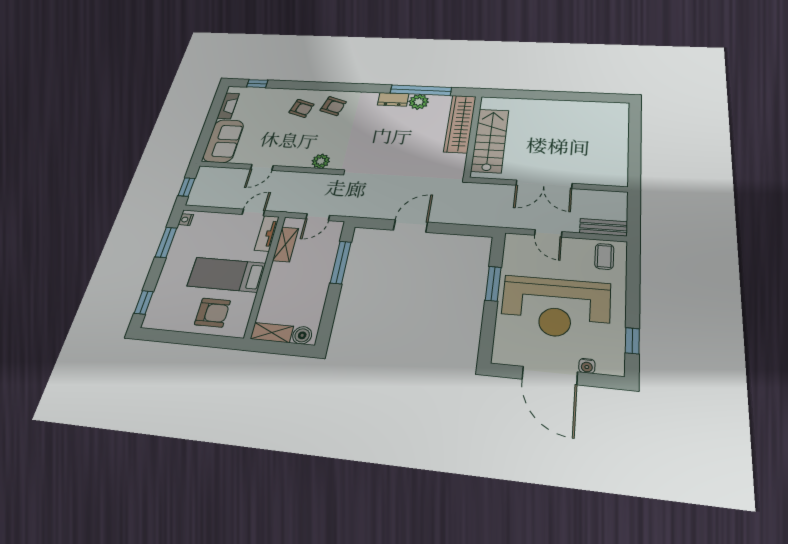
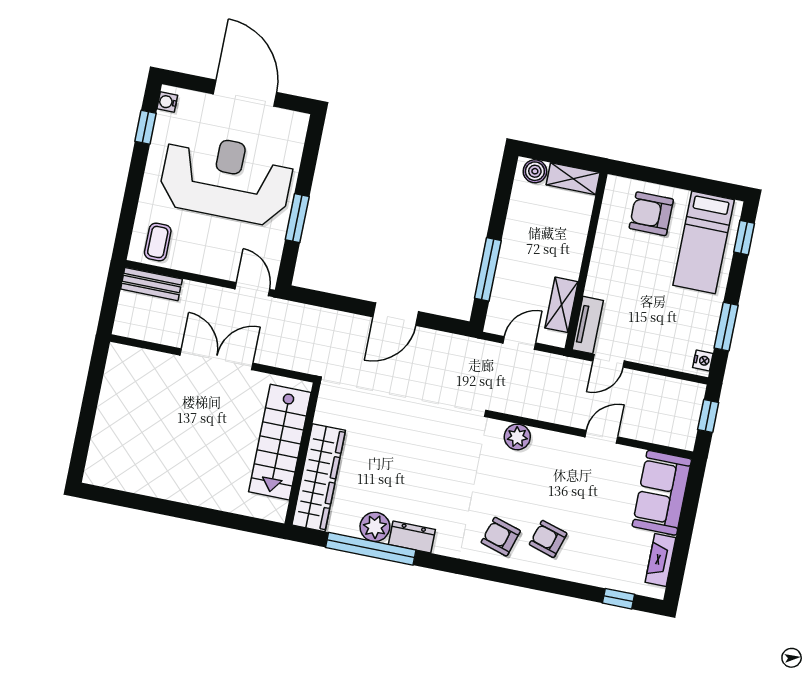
door: (548, 233) -> (252, 289), moved
bed: (227, 275) -> (704, 242), moved, turned 90
water cooler: (587, 366) -> (167, 102), moved, turned -90

